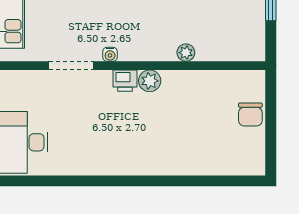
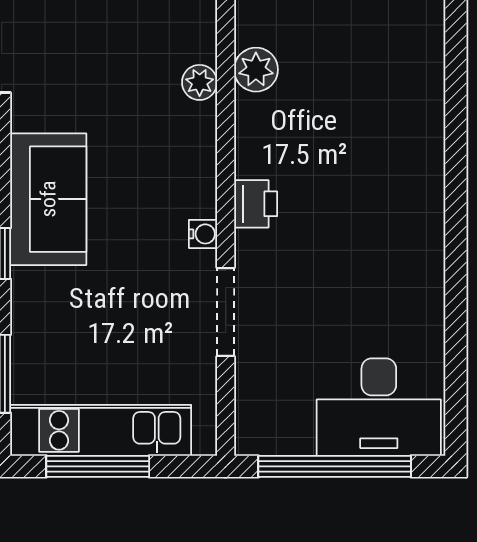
plant: (150, 81) -> (256, 70), moved

